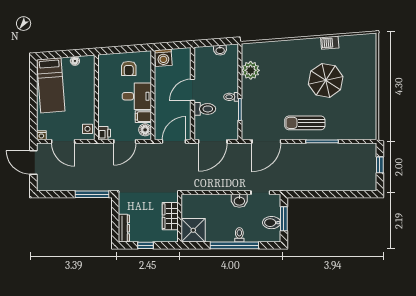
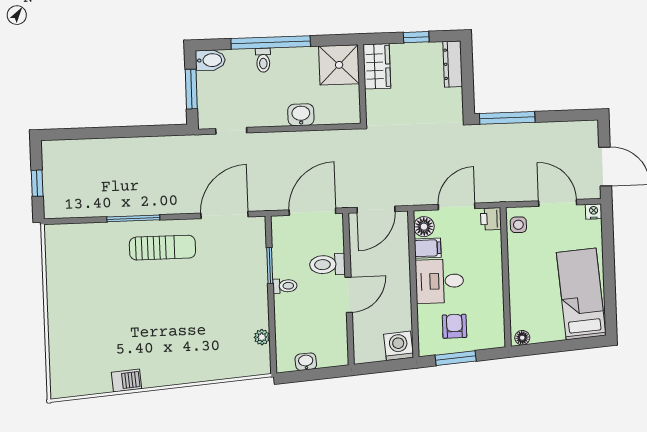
window: (129, 49) -> (456, 358), added
floor lamp: (75, 61) -> (522, 338), moved
plant: (251, 70) -> (262, 337), width x0.53, depth x0.53
parasol: (326, 80) -> (131, 318), removed
washbasin: (239, 201) -> (301, 115), moved
wardrobe: (170, 216) -> (377, 66), moved
bidet: (272, 223) -> (210, 60), moved

